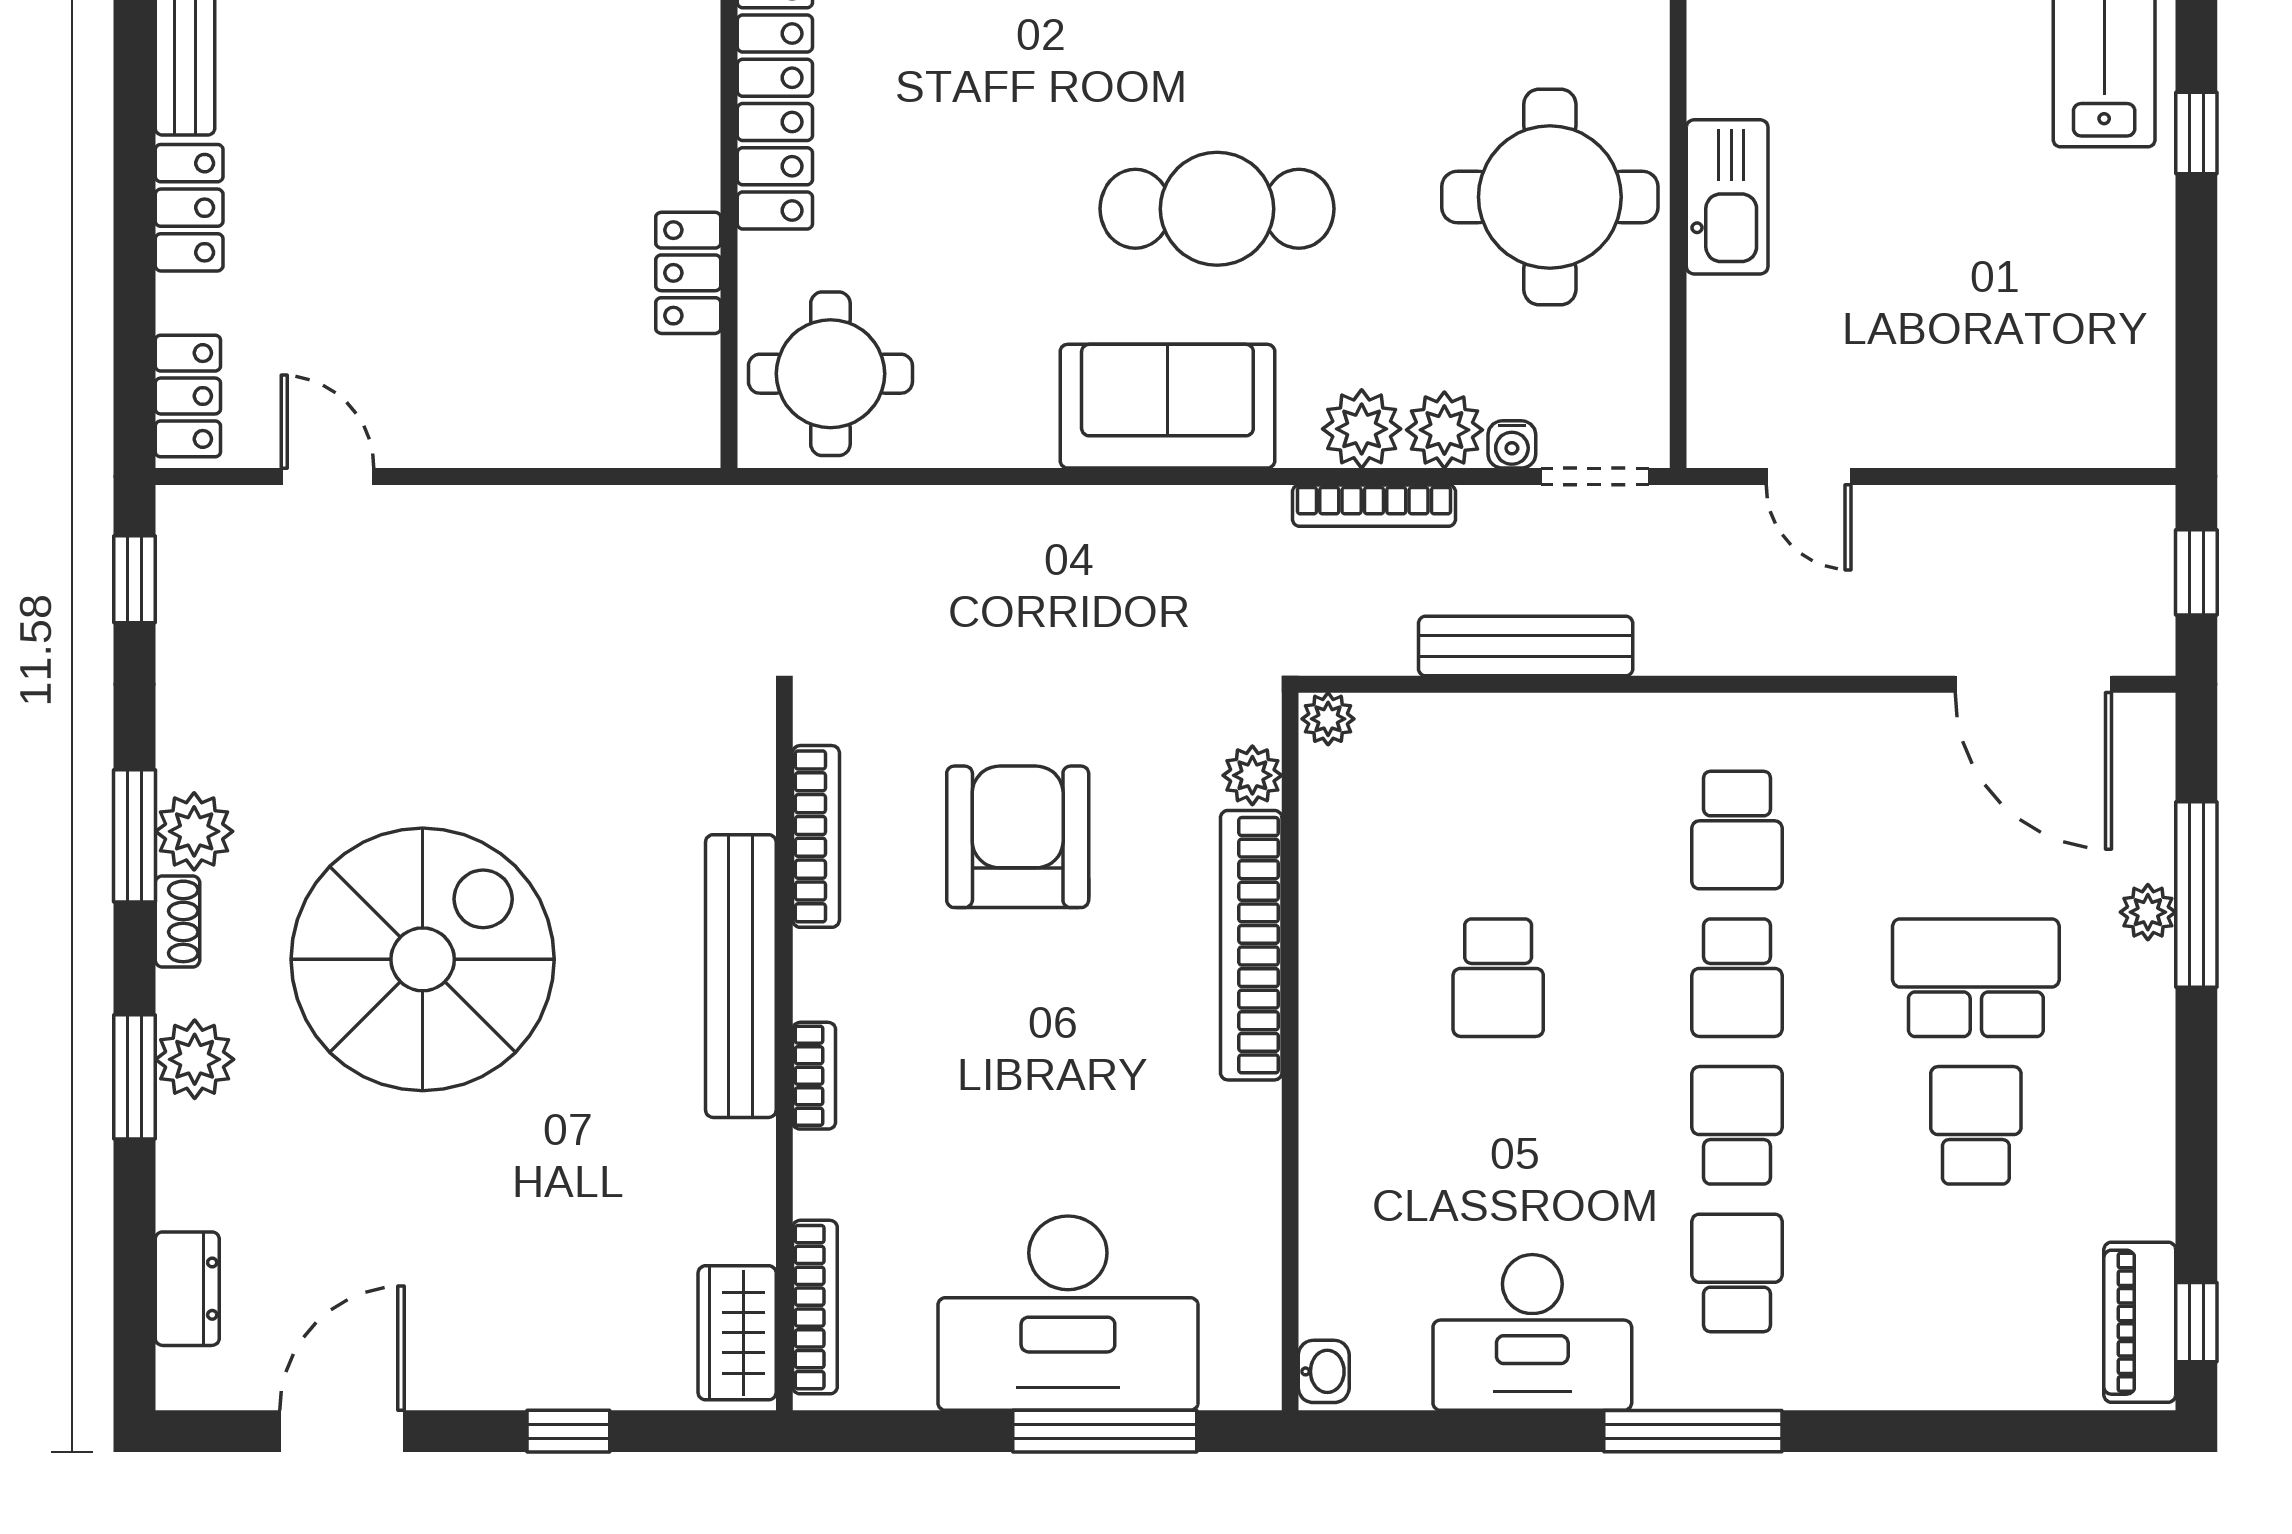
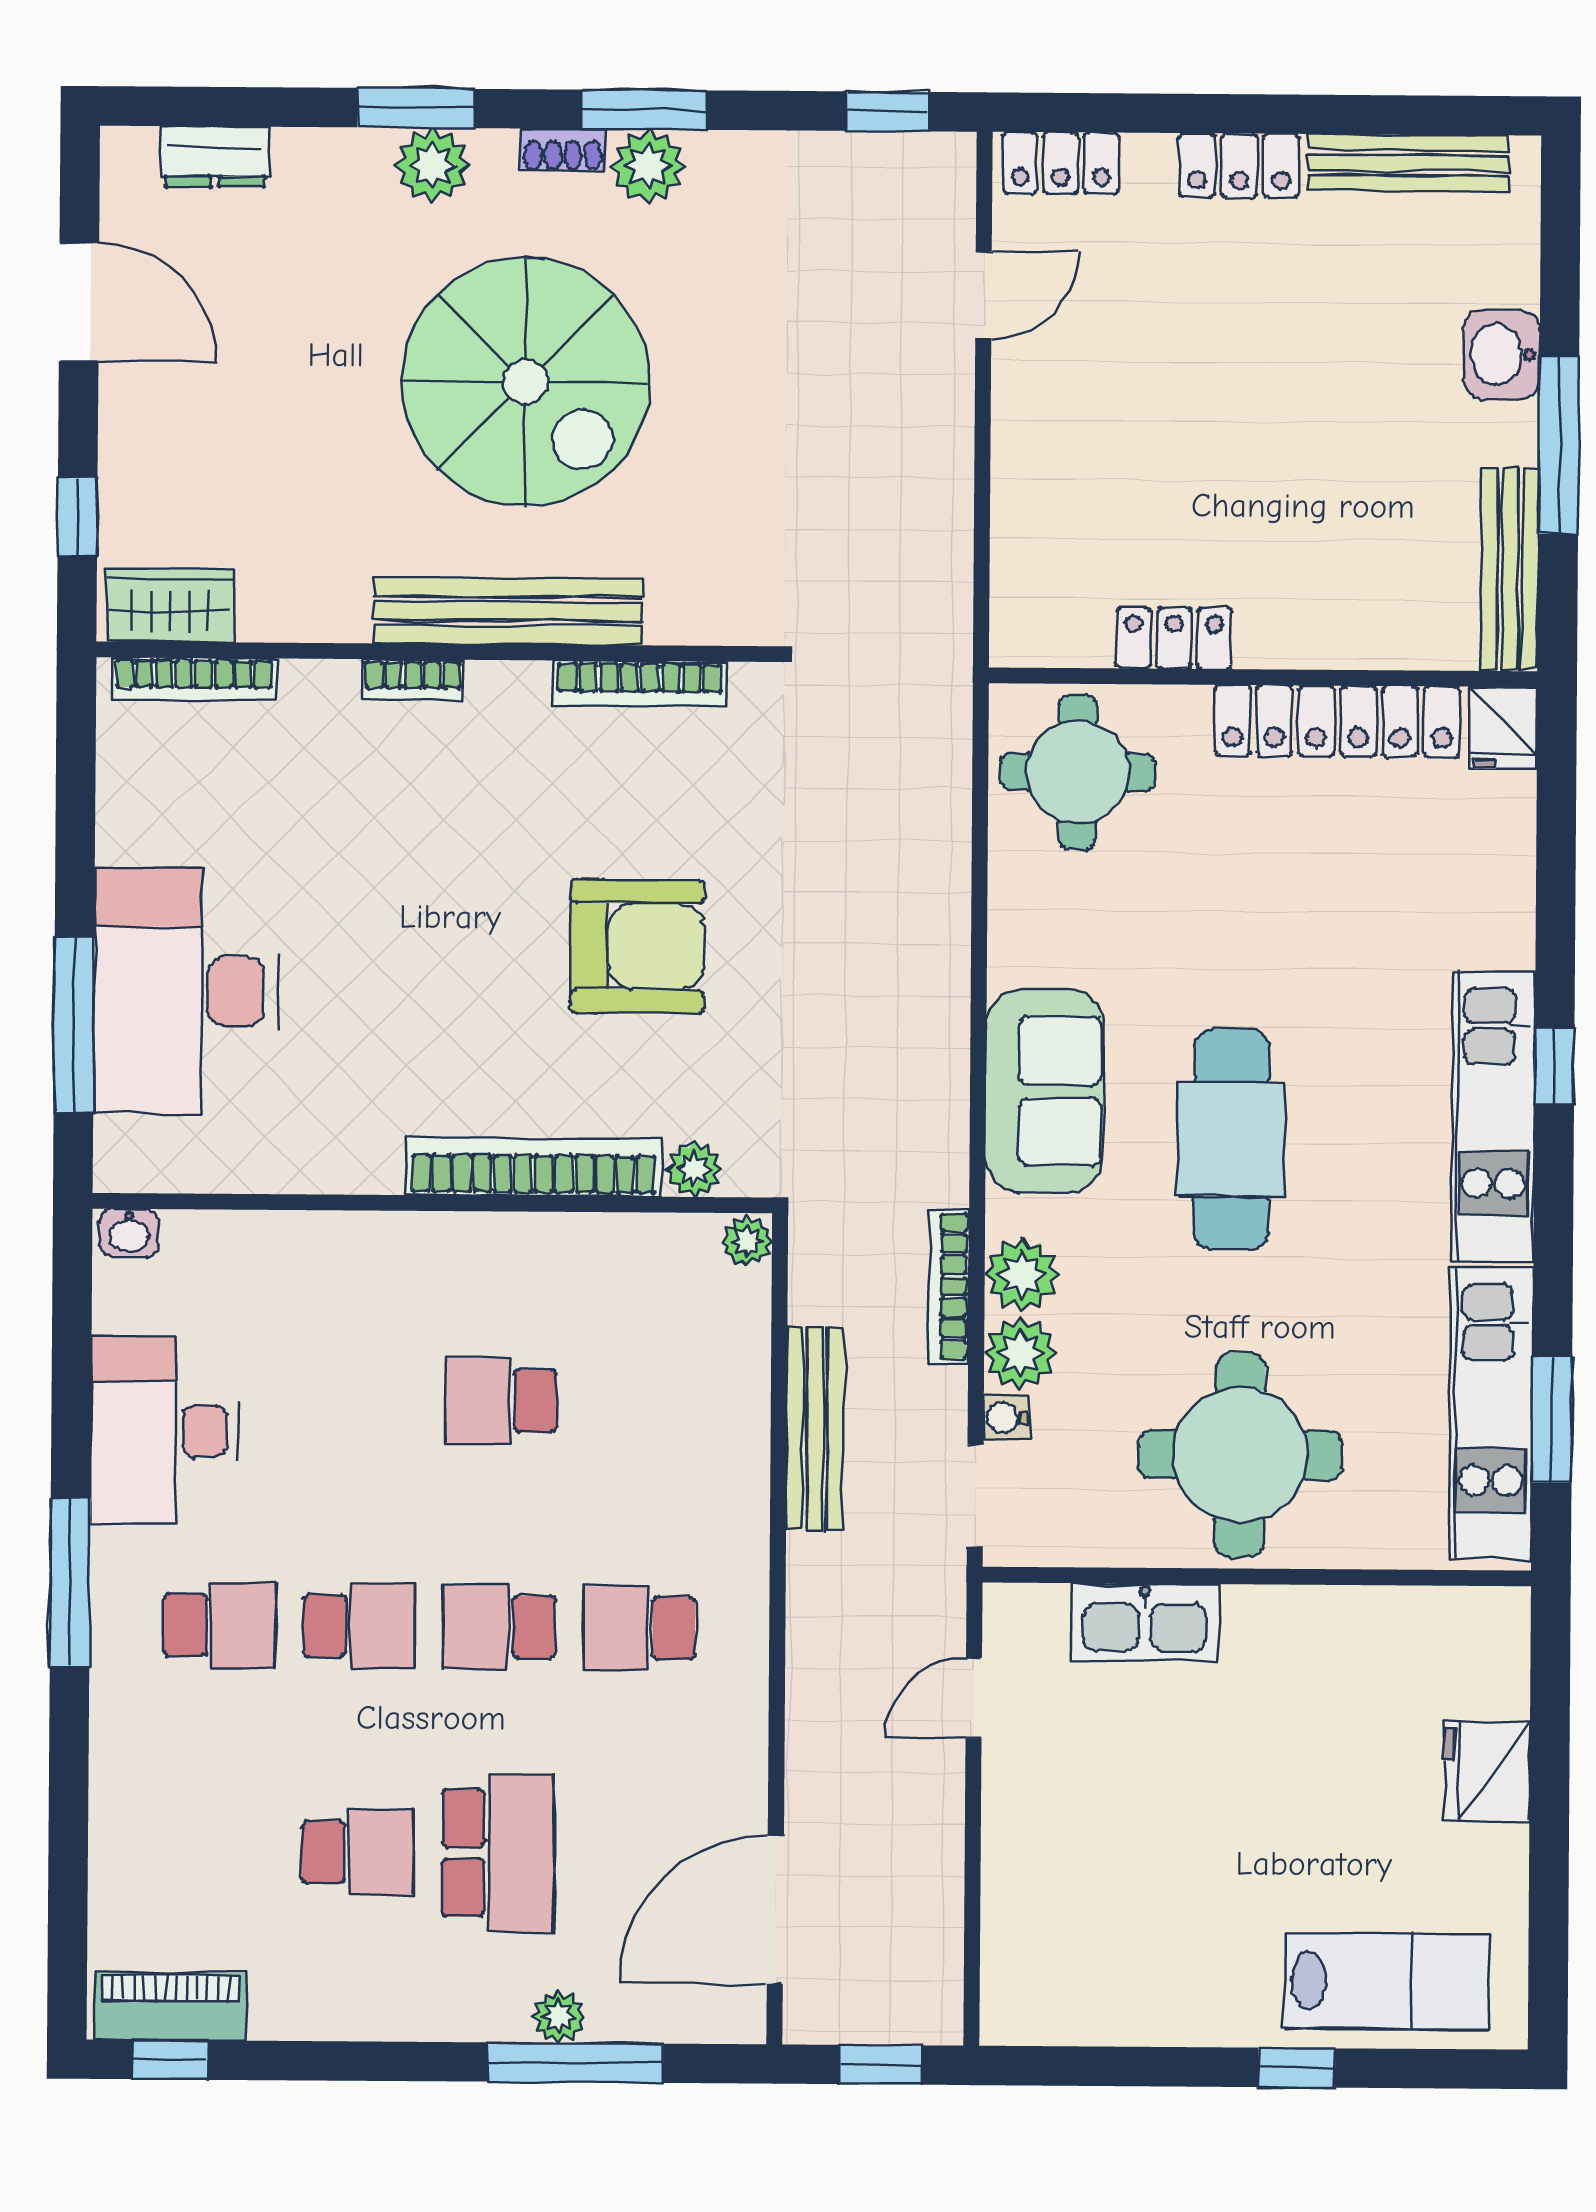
kitchen sink: (1727, 197) -> (1145, 1622), moved
bookcase: (816, 836) -> (640, 683), moved
bench: (741, 976) -> (508, 611), moved
wall: (784, 1052) -> (436, 652), moved
bookcase: (814, 1076) -> (413, 680), moved
bookcase: (815, 1307) -> (194, 679), moved
wardrobe: (737, 1333) -> (170, 605), moved

